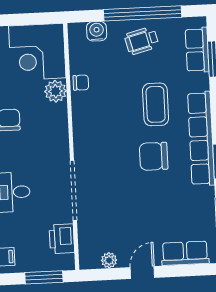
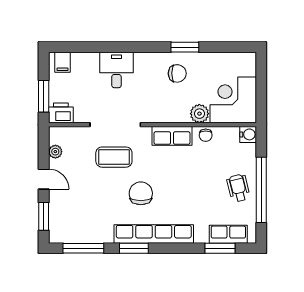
water cooler: (97, 31) -> (248, 134), moved
coffee table: (156, 104) -> (114, 157), moved
printer: (62, 239) -> (61, 113), moved
row of seats: (185, 253) -> (172, 136), moved, turned 90
window: (187, 270) -> (44, 216), added

